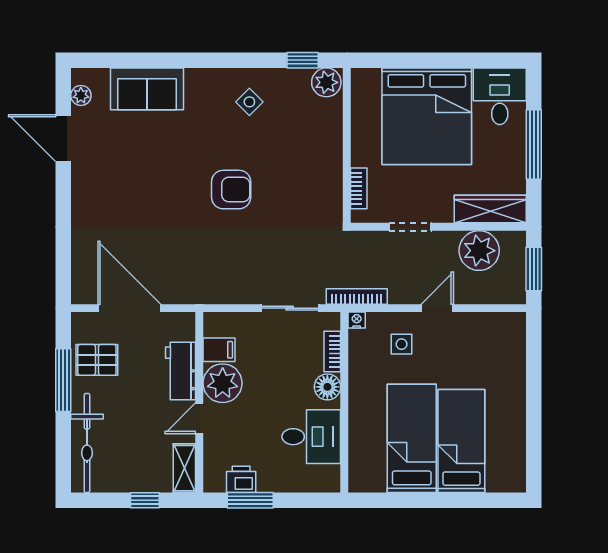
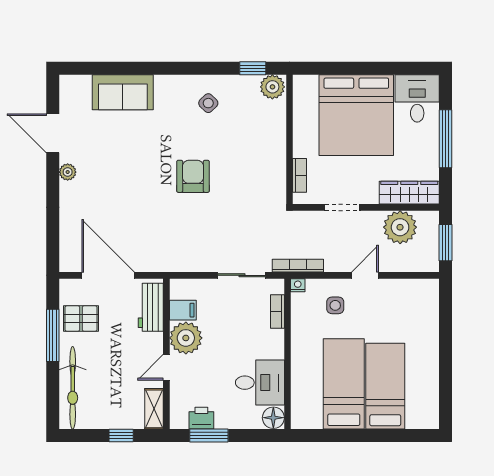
plant: (81, 95) -> (68, 172), moved
armchair: (231, 190) -> (193, 176), turned -90
workbench: (181, 371) -> (151, 307), moved
floor lamp: (327, 387) -> (273, 418), moved

